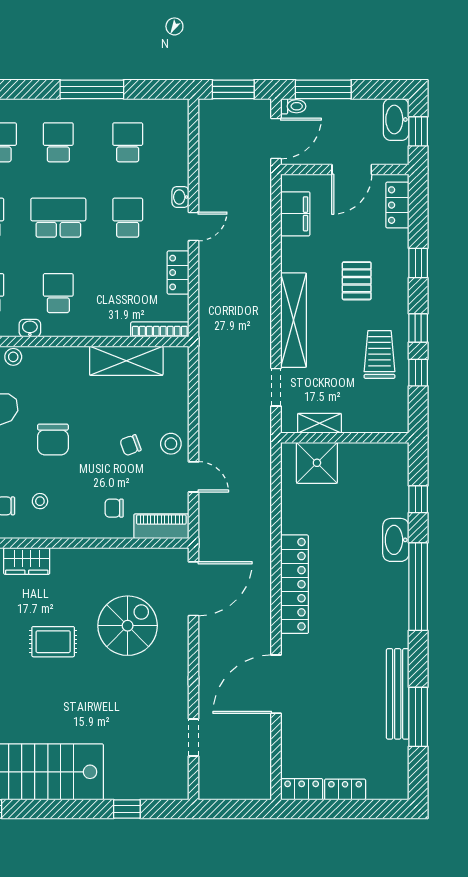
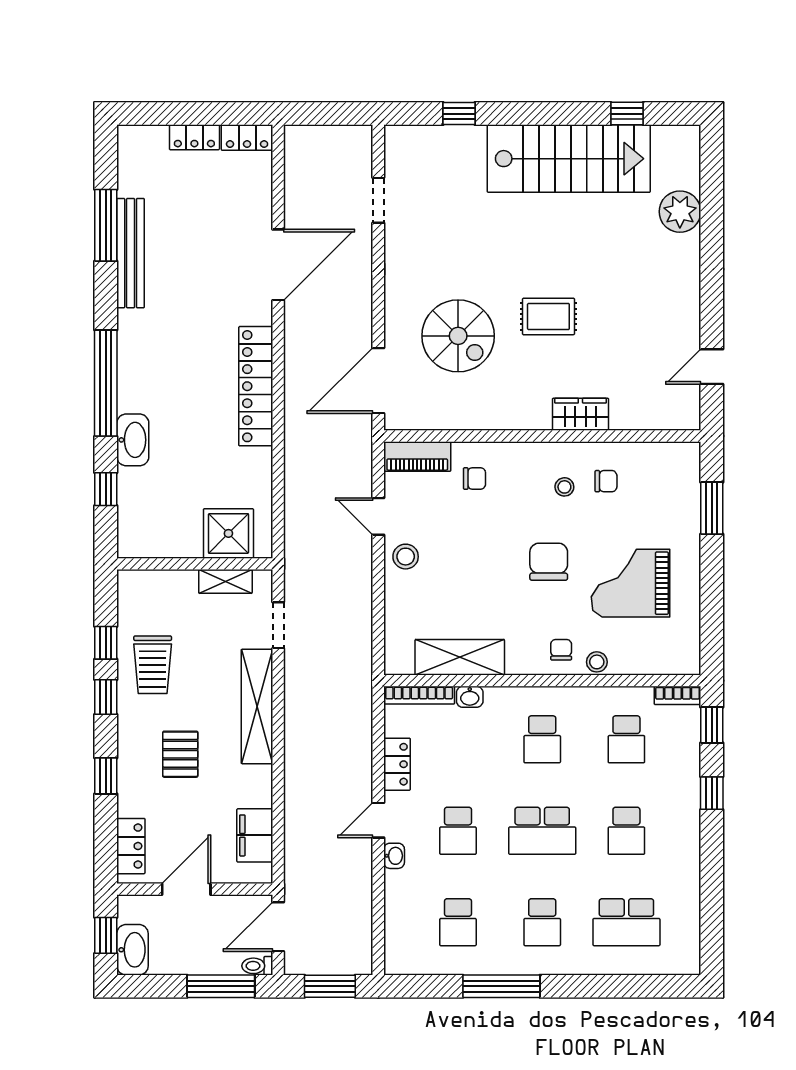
washbasin: (30, 328) -> (470, 697), moved
chair: (130, 445) -> (561, 650), moved, turned -70
spiral stairs: (128, 626) -> (458, 336), turned -90

